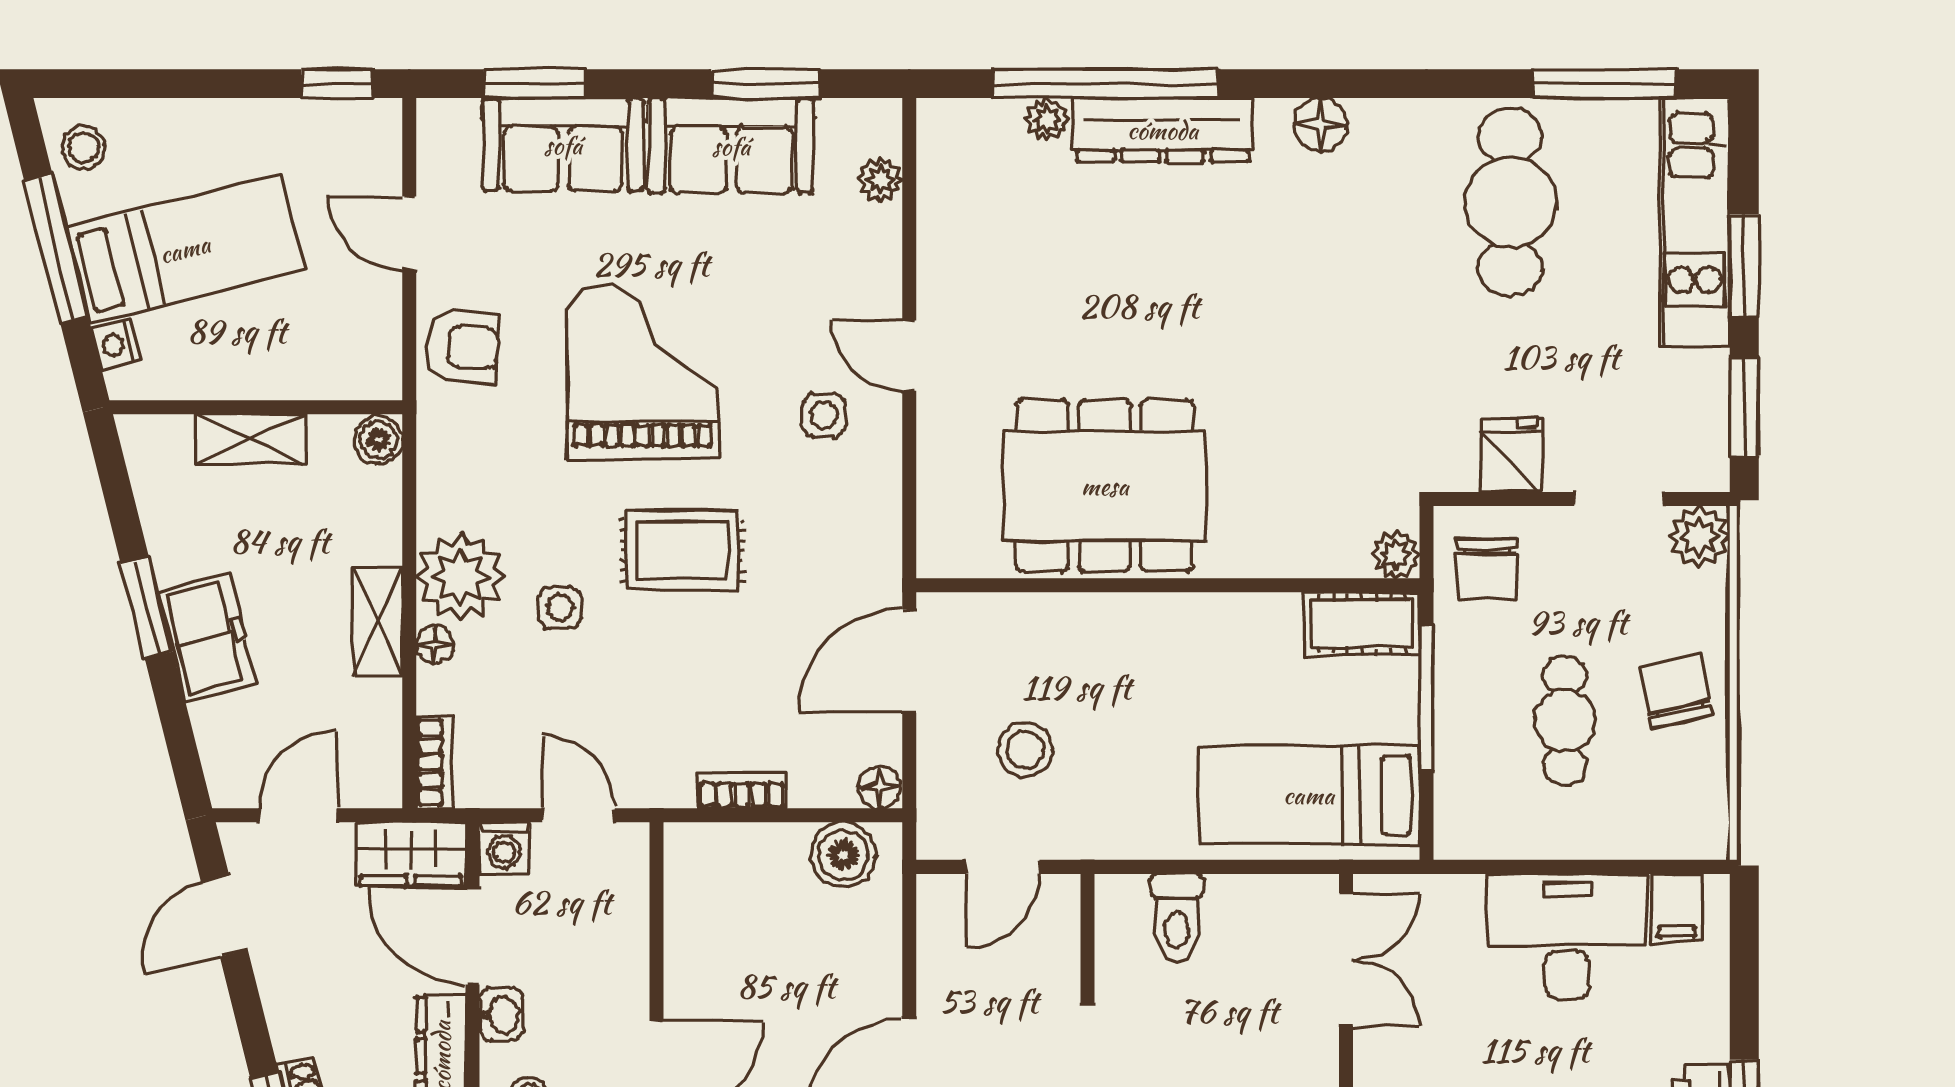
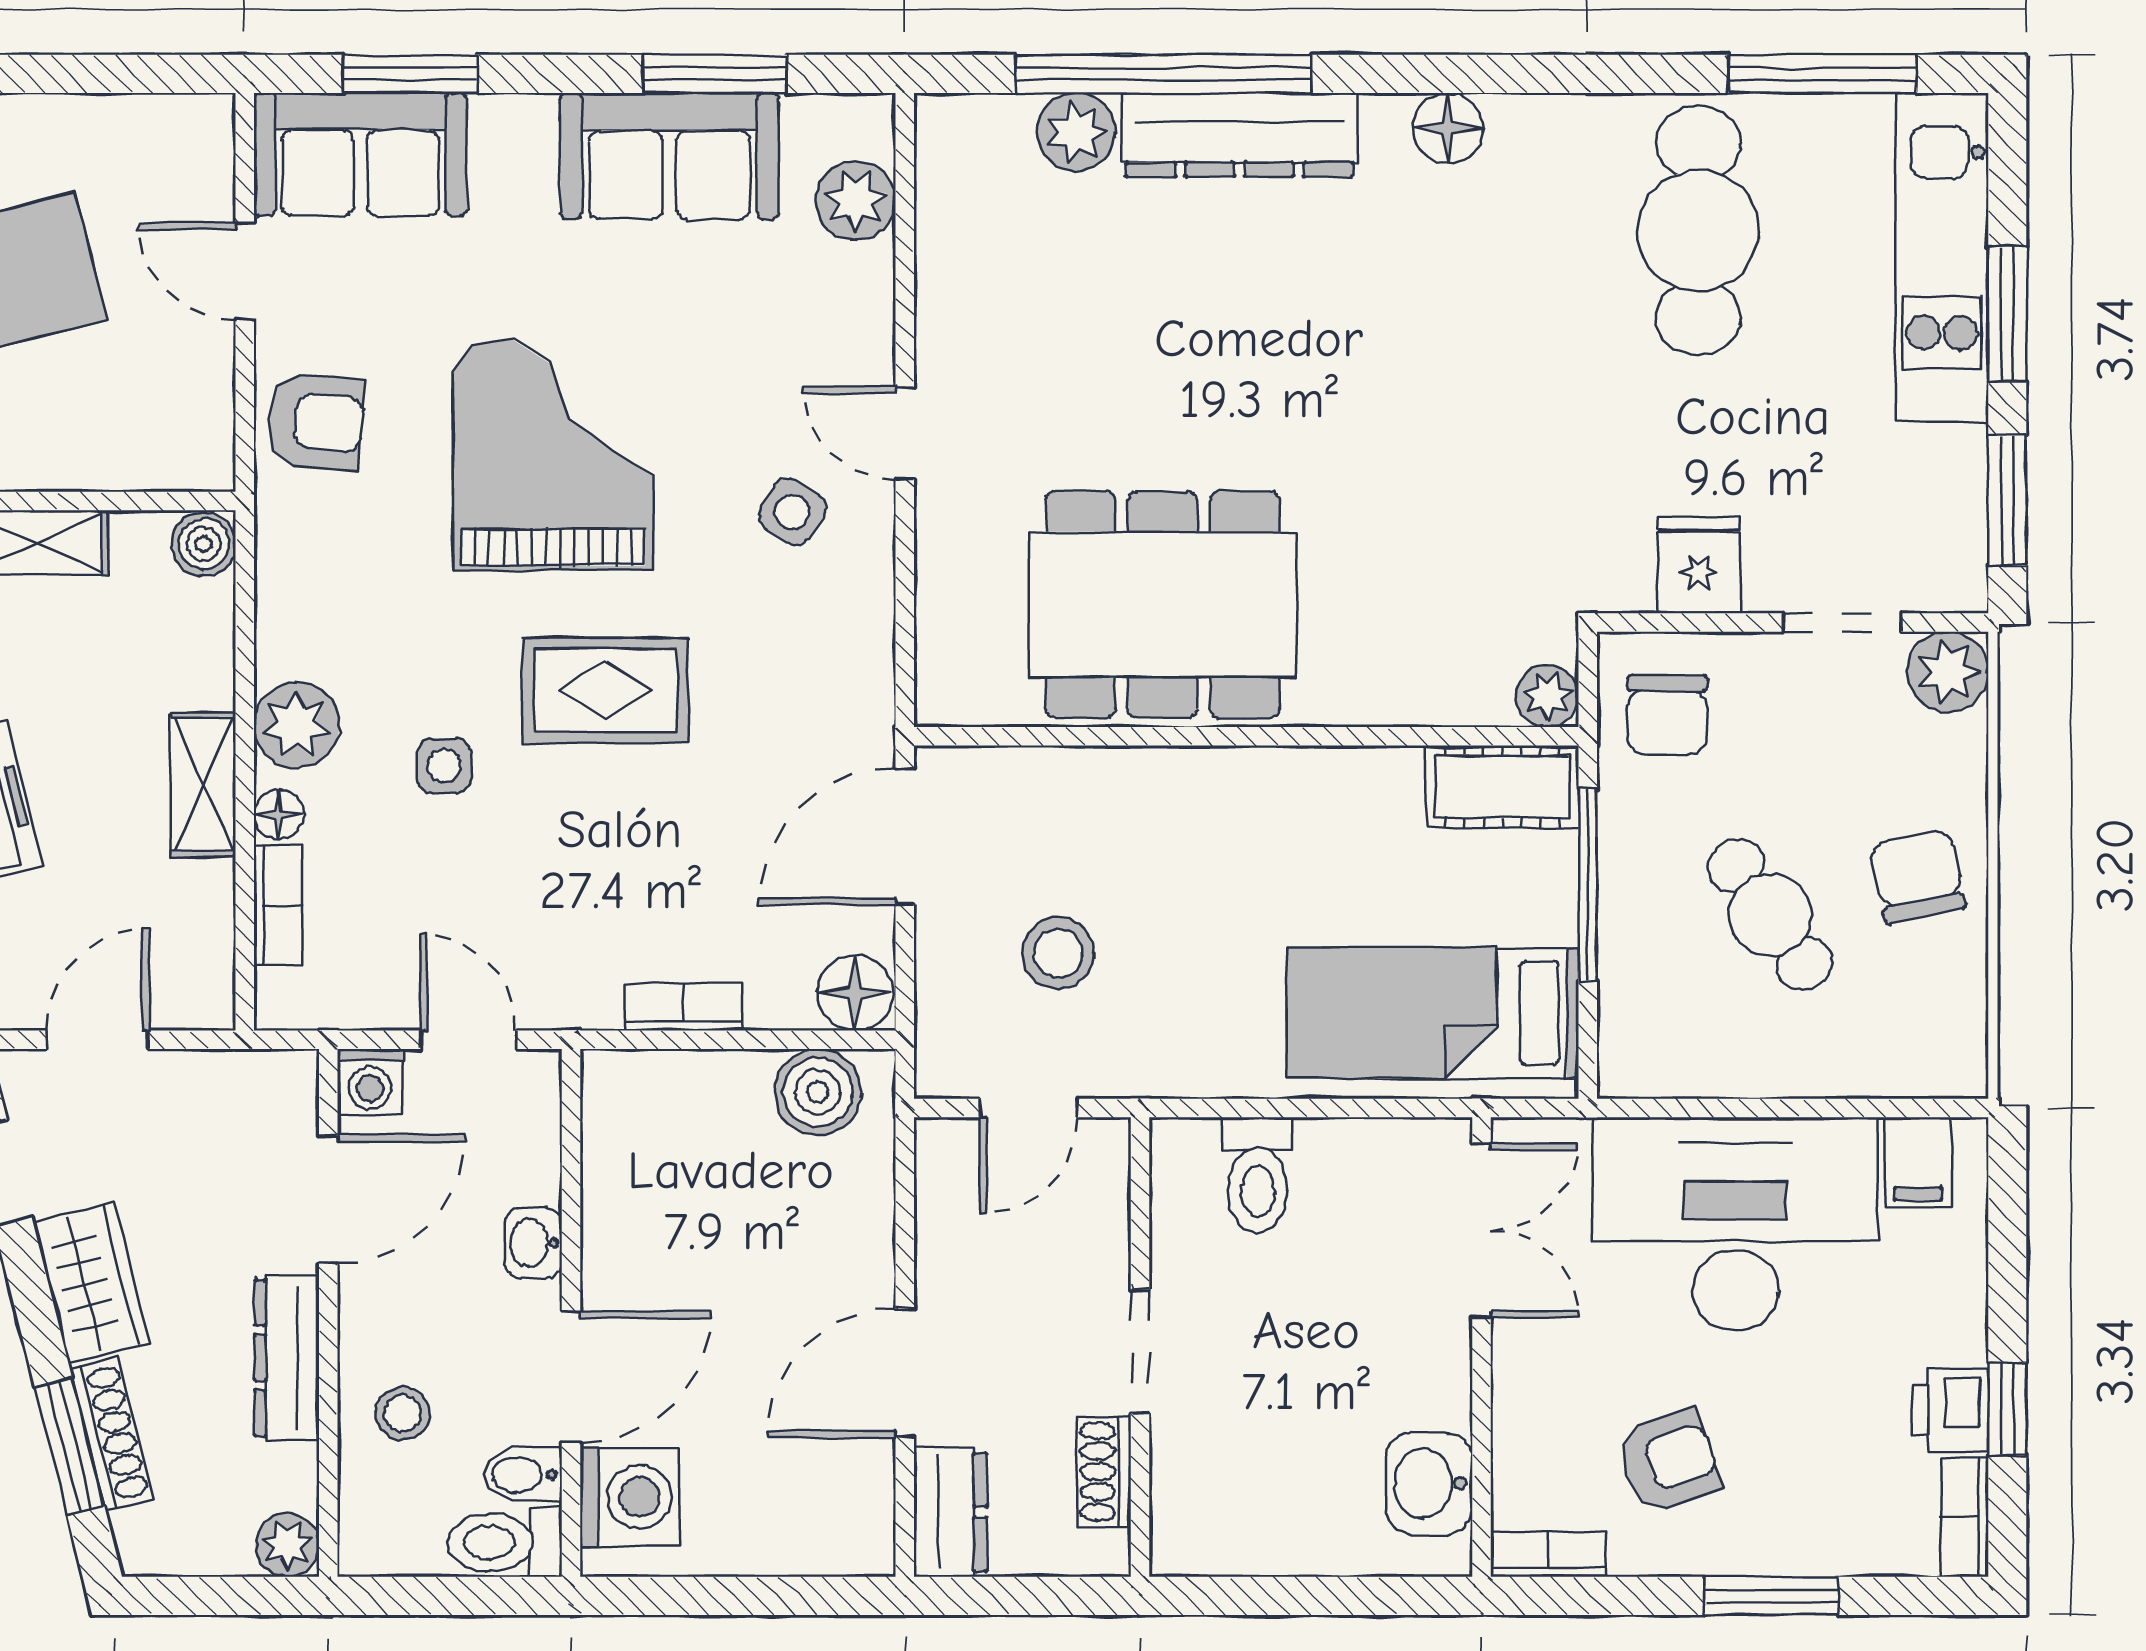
window: (337, 84) -> (149, 74), removed
plant: (1047, 120) -> (1076, 132), width x1.38, depth x1.38
sofa: (563, 145) -> (360, 154), moved
plant: (880, 180) -> (856, 201), width x1.38, depth x1.38
side table: (824, 415) -> (792, 512), turned 32
plant: (460, 577) -> (297, 725), width x0.73, depth x0.73
cafe table: (1565, 721) -> (1770, 915), turned -35
bookcase: (434, 763) -> (278, 906), moved
floor lamp: (879, 787) -> (855, 993), width x1.37, depth x1.37
wardrobe: (411, 854) -> (91, 1283), moved, turned -104
door: (473, 936) -> (328, 1199), swing flipped
desk: (1567, 936) -> (1735, 1224), width x1.36, depth x1.30
washbasin: (501, 1015) -> (533, 1243), moved, turned 180

